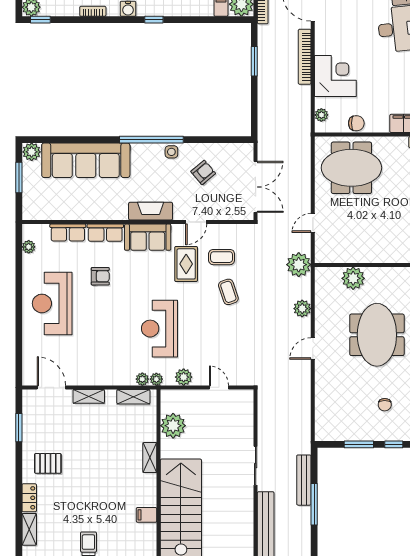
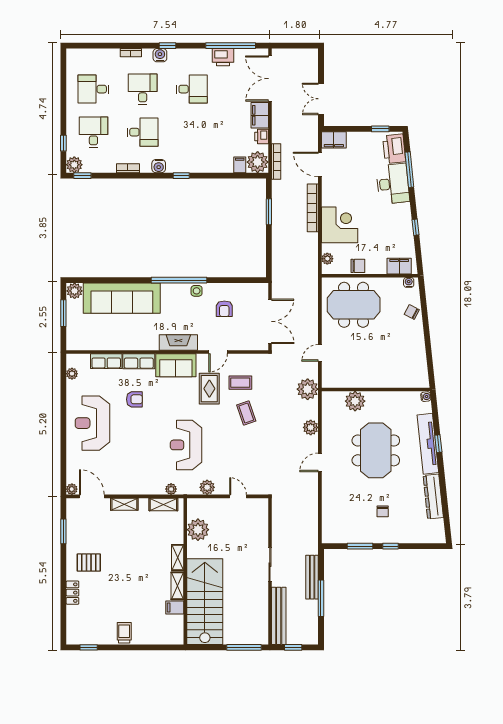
armchair: (203, 172) -> (224, 309), turned 130
plant: (156, 379) -> (72, 489), moved
shelving: (29, 529) -> (177, 586), moved

